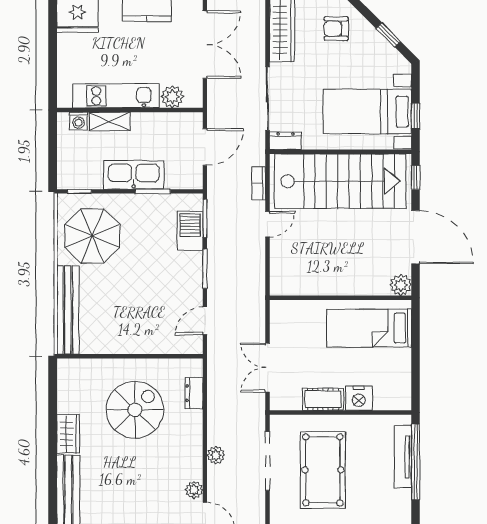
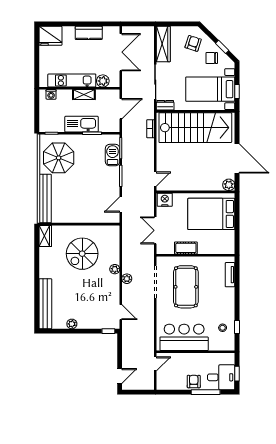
armchair: (336, 29) -> (193, 43), turned 108
chair: (370, 55) -> (212, 58), added
shelving: (110, 121) -> (84, 95), moved
window: (416, 177) -> (237, 126), removed
door: (267, 224) -> (155, 179), moved
bed: (369, 328) -> (211, 214), width x1.50
dresser: (194, 393) -> (115, 245), removed
nightstand: (359, 398) -> (165, 200), moved, turned 180
spiral stairs: (135, 410) -> (82, 254), turned 180
wardrobe: (68, 434) -> (45, 236), moved
tv unit: (403, 457) -> (230, 275), width x0.71
window: (416, 462) -> (237, 282), removed
plant: (194, 490) -> (115, 269), moved

